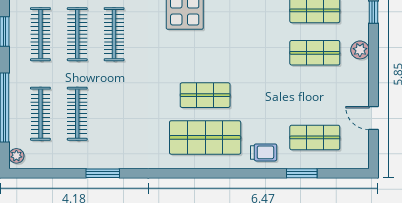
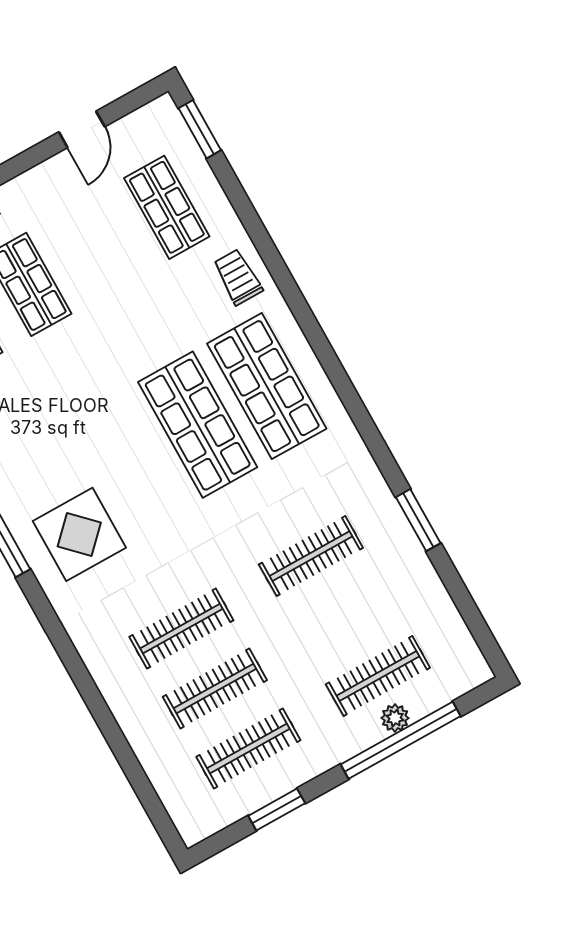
shop shelf: (205, 95) -> (198, 425), width x1.43, depth x1.36
clothes rail: (77, 114) -> (311, 556), moved
plant: (16, 156) -> (395, 718), moved
window: (302, 173) -> (200, 129), moved

